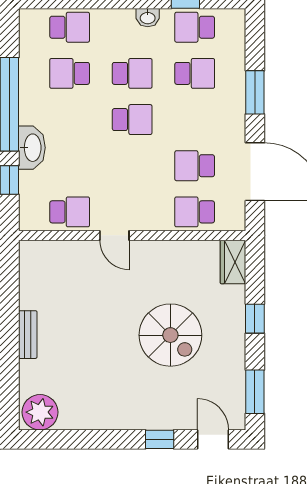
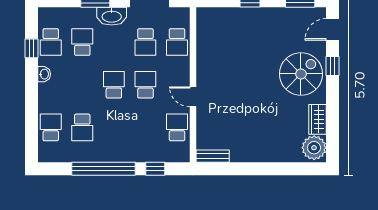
school desk: (132, 73) -> (145, 85), moved
washbasin: (32, 148) -> (112, 16), moved, turned 180
door: (114, 235) -> (193, 97), swing flipped
wardrobe: (233, 262) -> (318, 119), moved, turned 90
bench: (28, 335) -> (213, 156), moved
spiral stairs: (170, 335) -> (301, 74), moved

